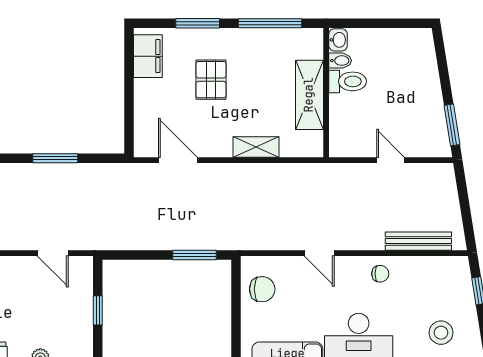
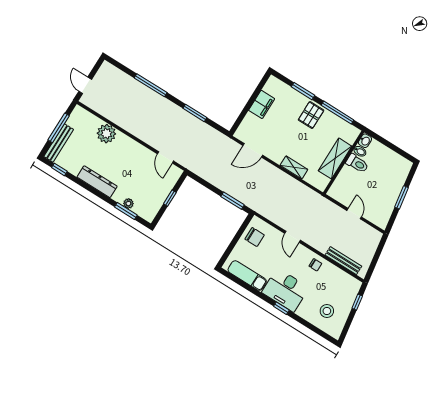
filing cabinet: (148, 56) -> (262, 104), moved
pallet: (211, 80) -> (311, 115), moved
window: (452, 125) -> (402, 197), moved
door: (178, 160) -> (253, 150), swing flipped

